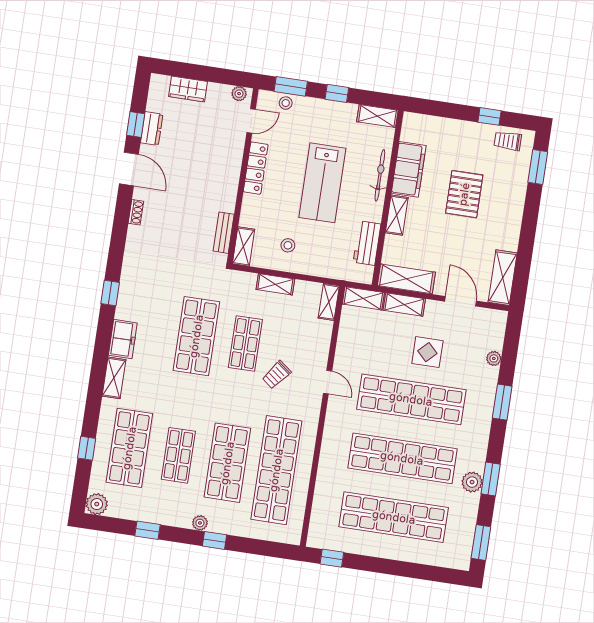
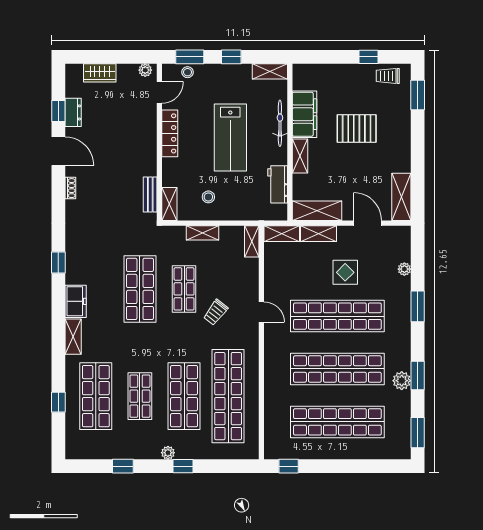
pallet: (464, 194) -> (357, 129), turned 90
plant: (97, 504) -> (75, 450), removed

